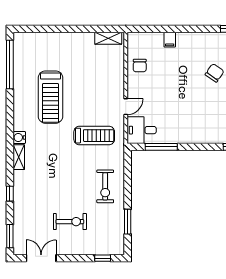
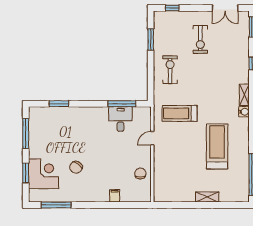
shelving: (108, 38) -> (207, 197), moved
desk: (142, 130) -> (120, 119), moved, turned -90
exercise bike: (70, 222) -> (200, 39), turned -90

